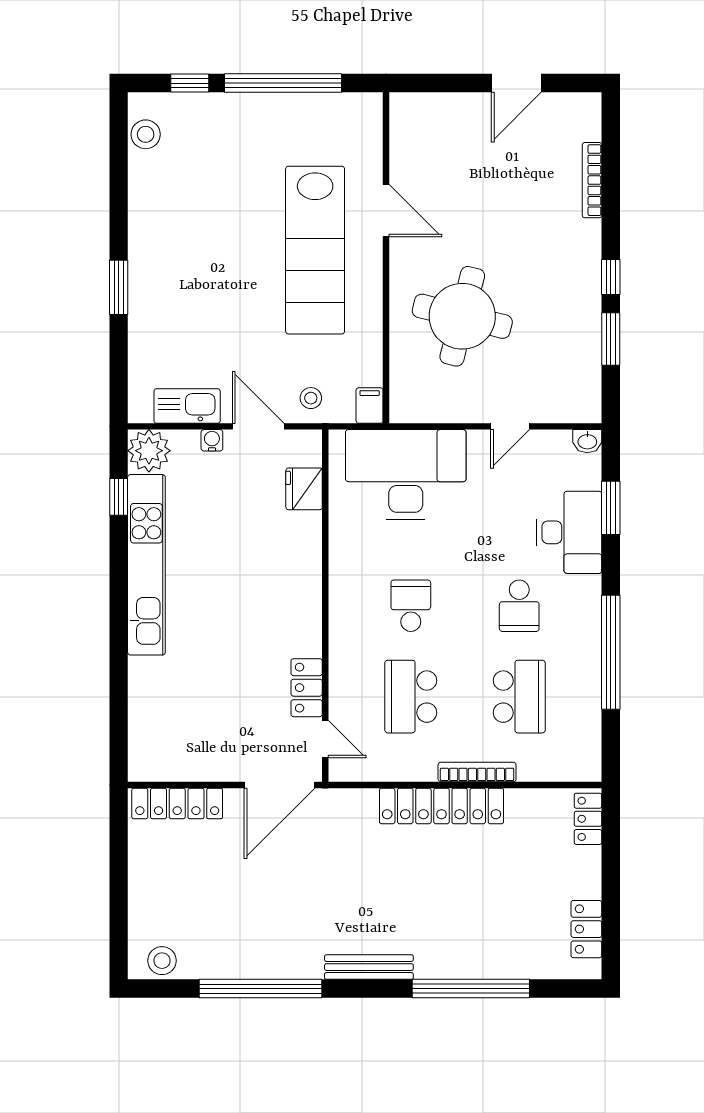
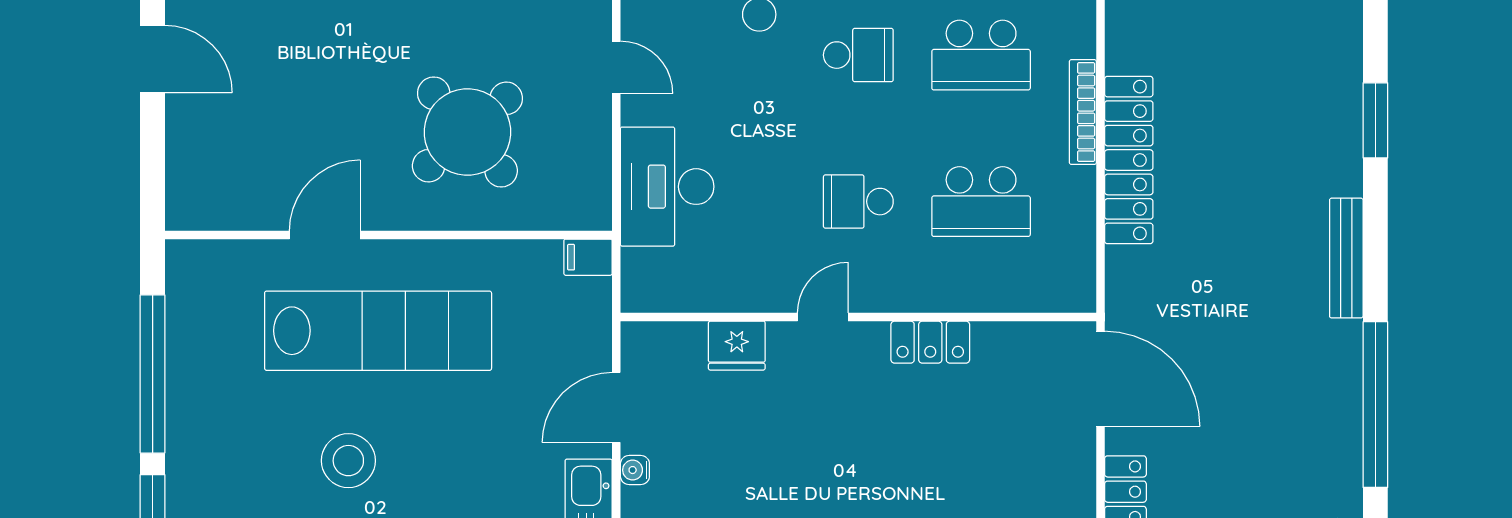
round table: (462, 316) -> (467, 132), turned 35
stool: (311, 398) -> (348, 461), moved, width x1.89, depth x1.89
desk: (406, 475) -> (667, 187), width x0.73, depth x0.77
fridge: (304, 489) -> (737, 346), moved
locker: (307, 688) -> (930, 342), moved
school desk: (519, 697) -> (981, 55), turned 180
door: (325, 739) -> (823, 317), moved
window: (471, 989) -> (1375, 120), width x0.47

